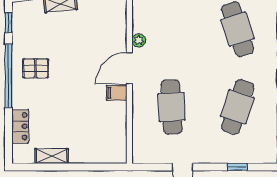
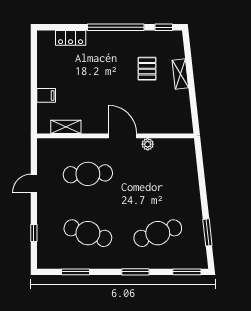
pallet: (35, 68) -> (147, 69), moved
filing cabinet: (117, 93) -> (46, 95), moved, turned 90
shelving: (52, 156) -> (66, 127), moved, turned 90

